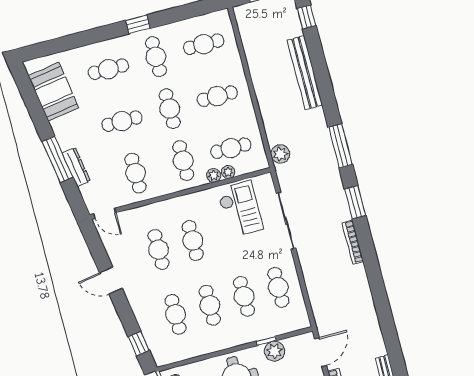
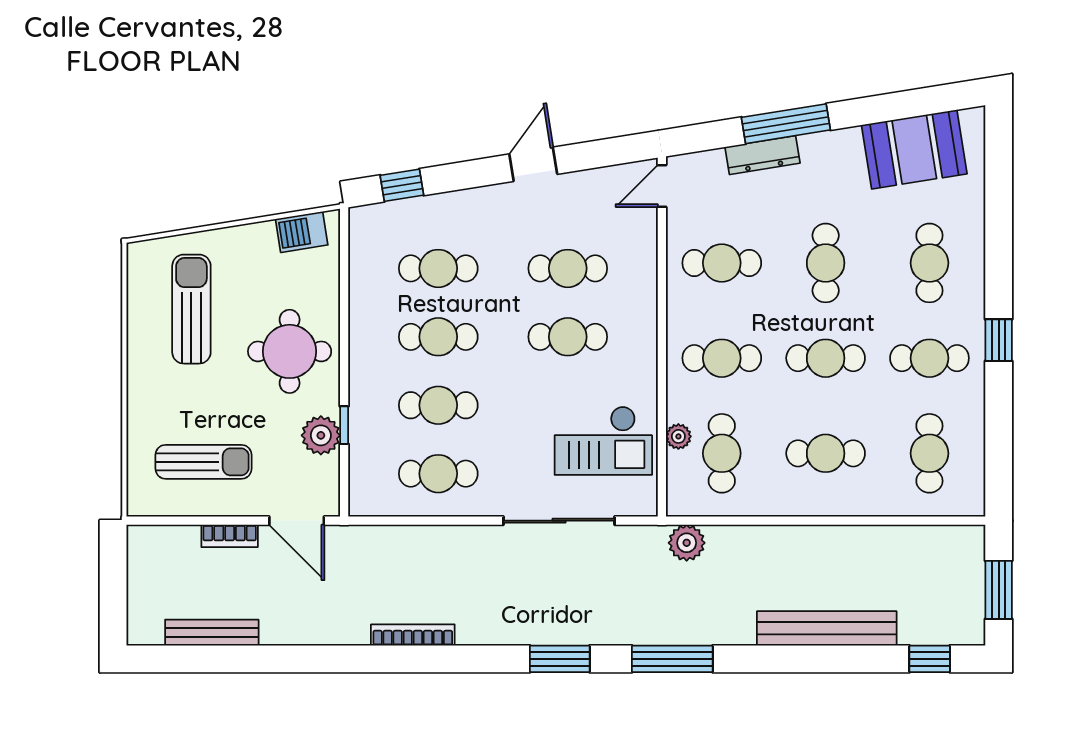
cafe table: (217, 96) -> (826, 453), turned 90
plant: (214, 175) -> (679, 408), removed
bookcase: (353, 242) -> (413, 635), moved

